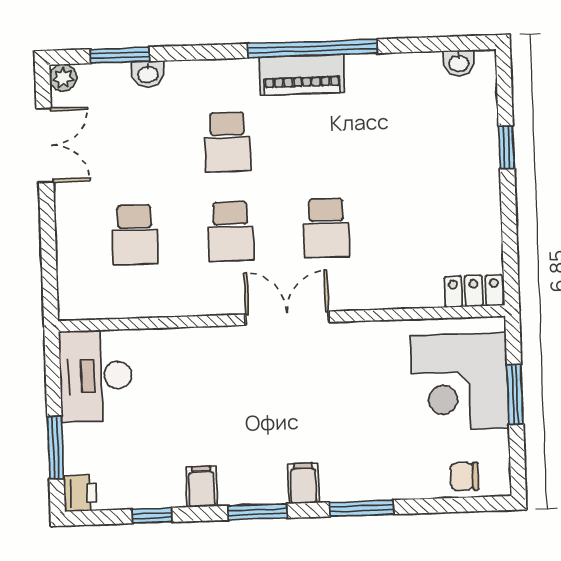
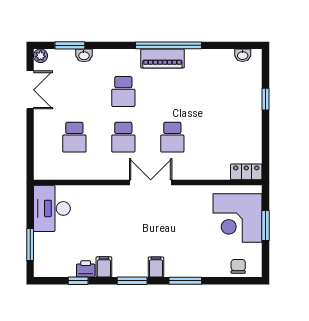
chair: (464, 476) -> (238, 266), turned 90
printer: (80, 493) -> (86, 269), moved, turned -90

